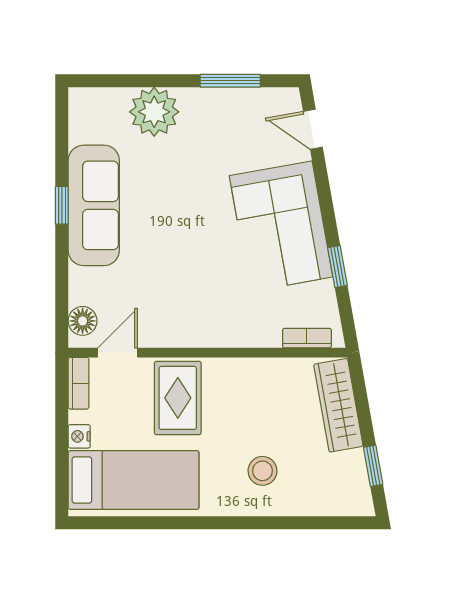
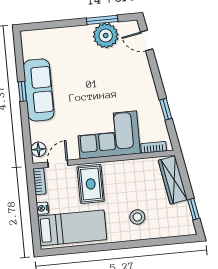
plant: (154, 112) -> (106, 35), moved
corner sofa: (281, 226) -> (108, 135), moved, turned 100

